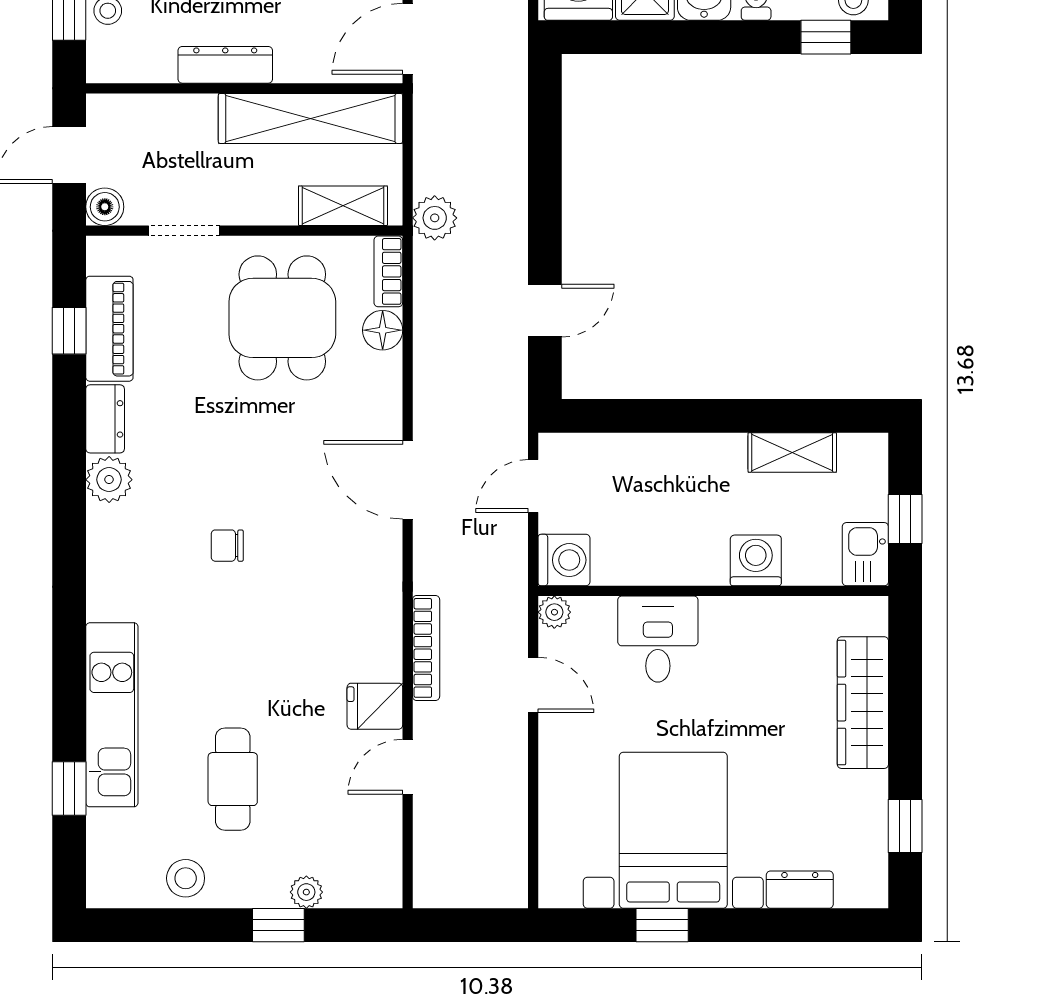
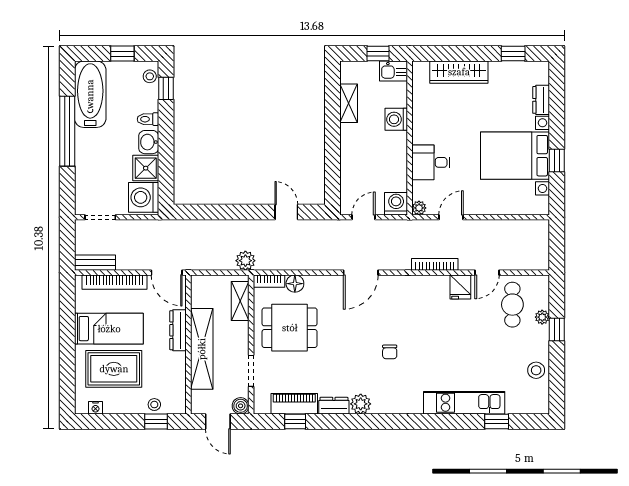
dresser: (225, 65) -> (178, 330), moved
shelving: (310, 118) -> (202, 349), moved
door: (533, 486) -> (363, 217), swing flipped
door: (408, 767) -> (487, 273), hinge flipped
cafe table: (233, 779) -> (512, 305), moved, turned 90

